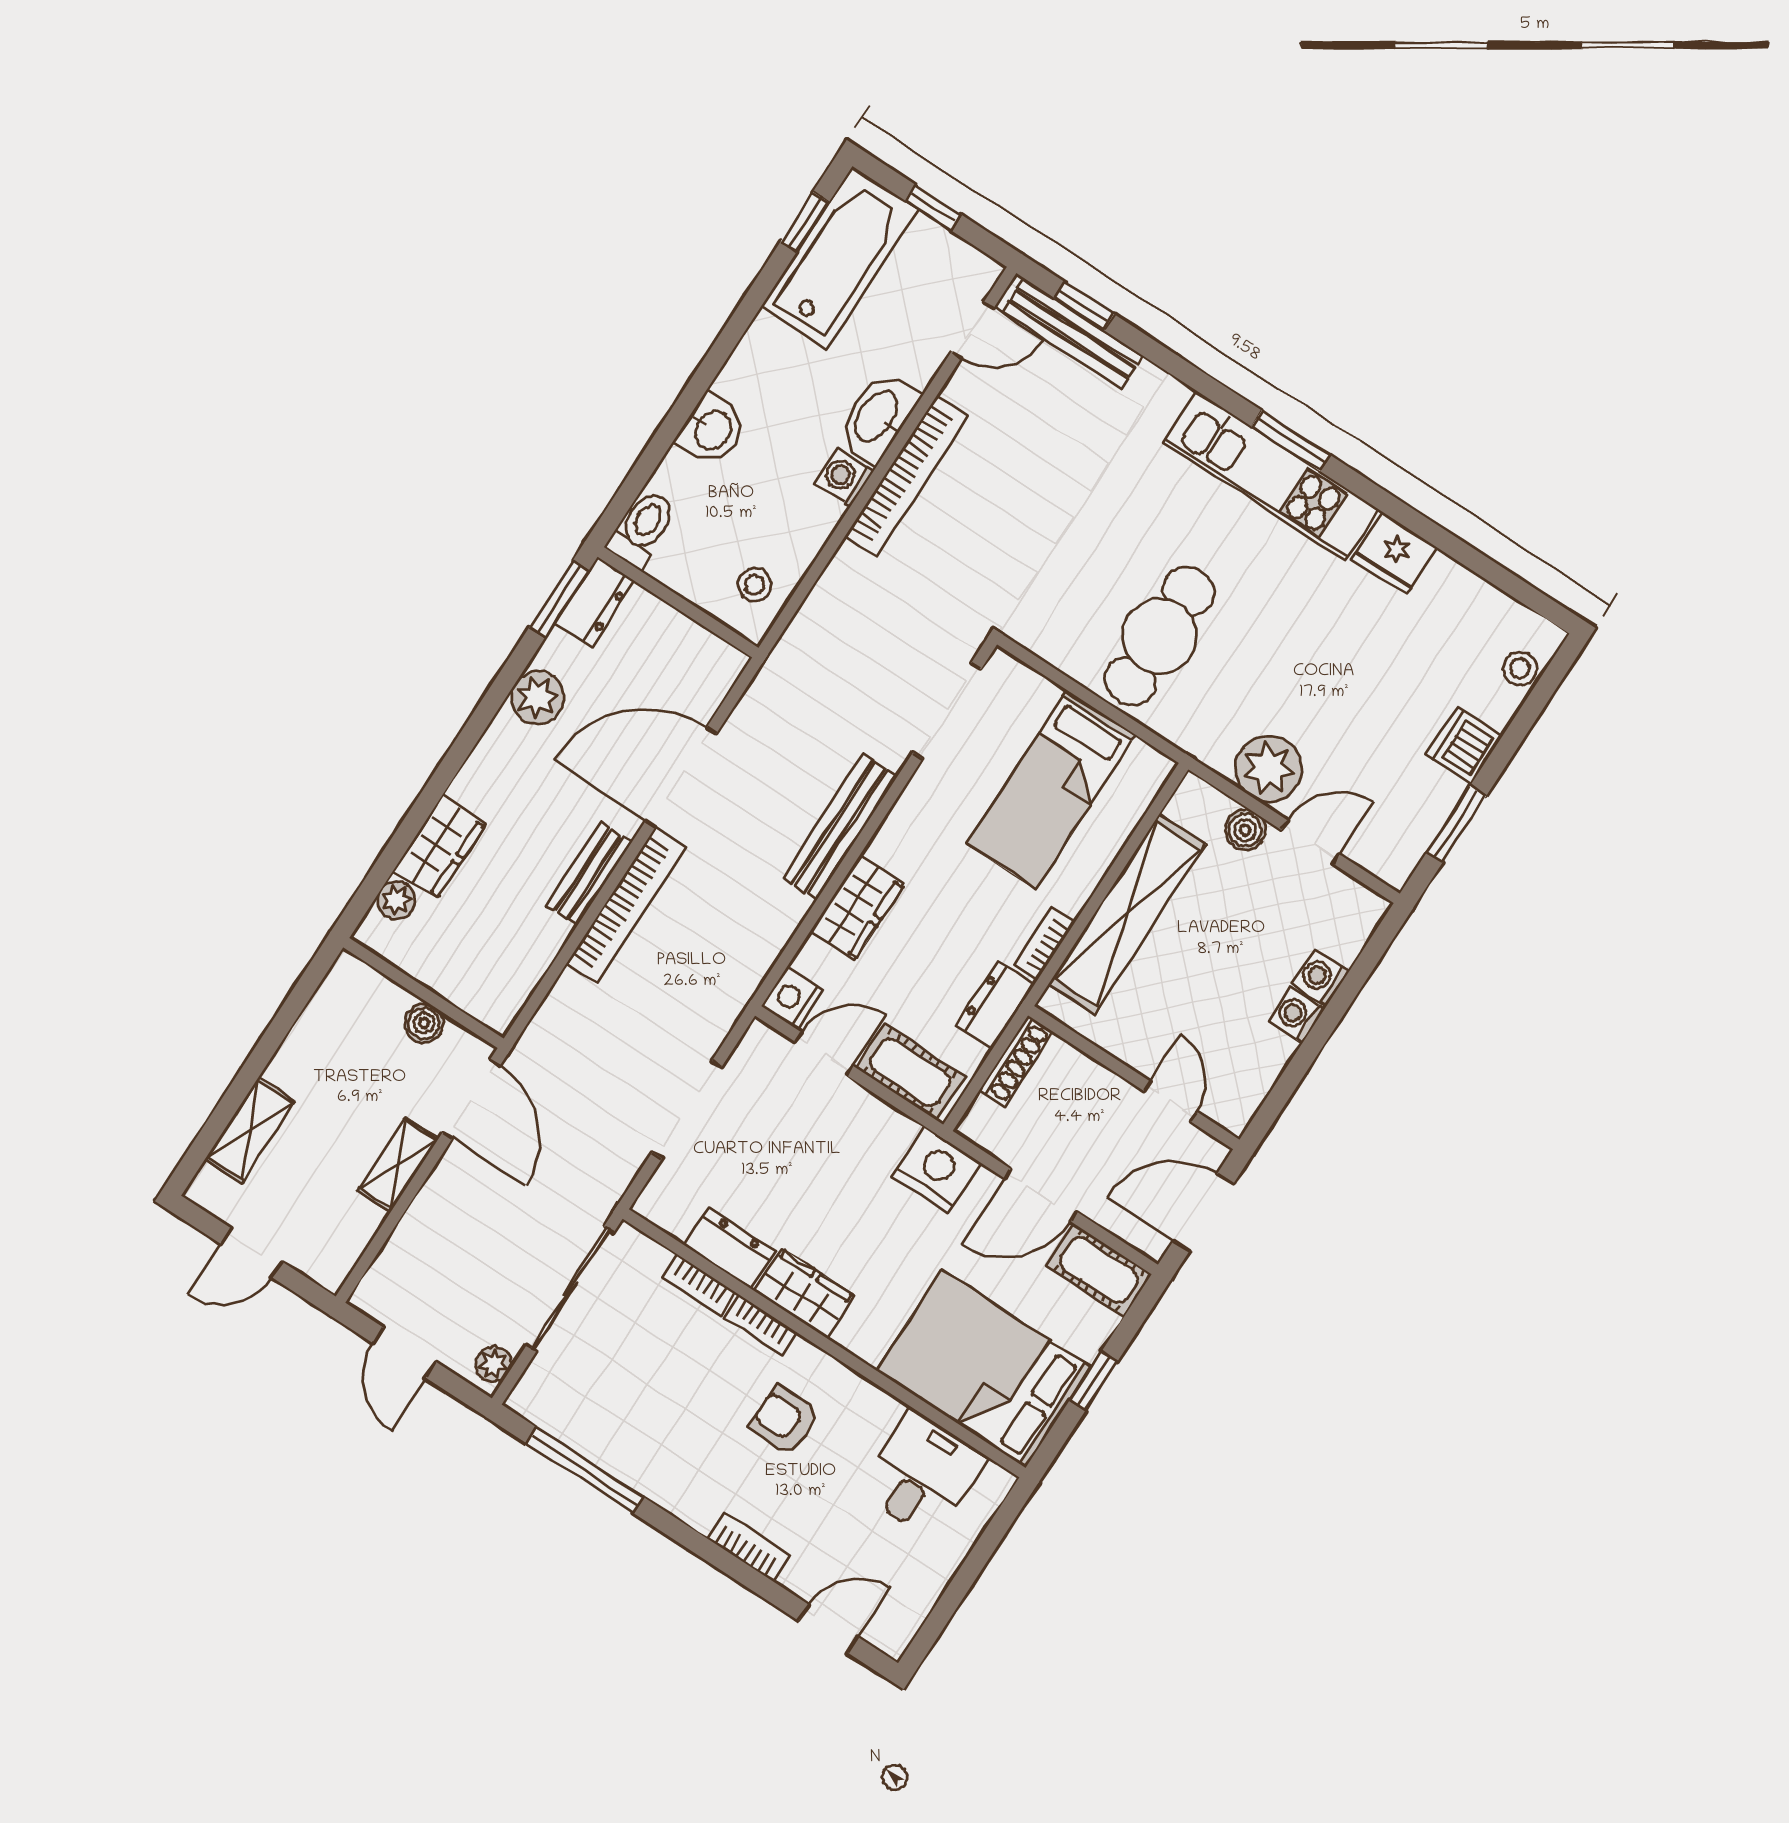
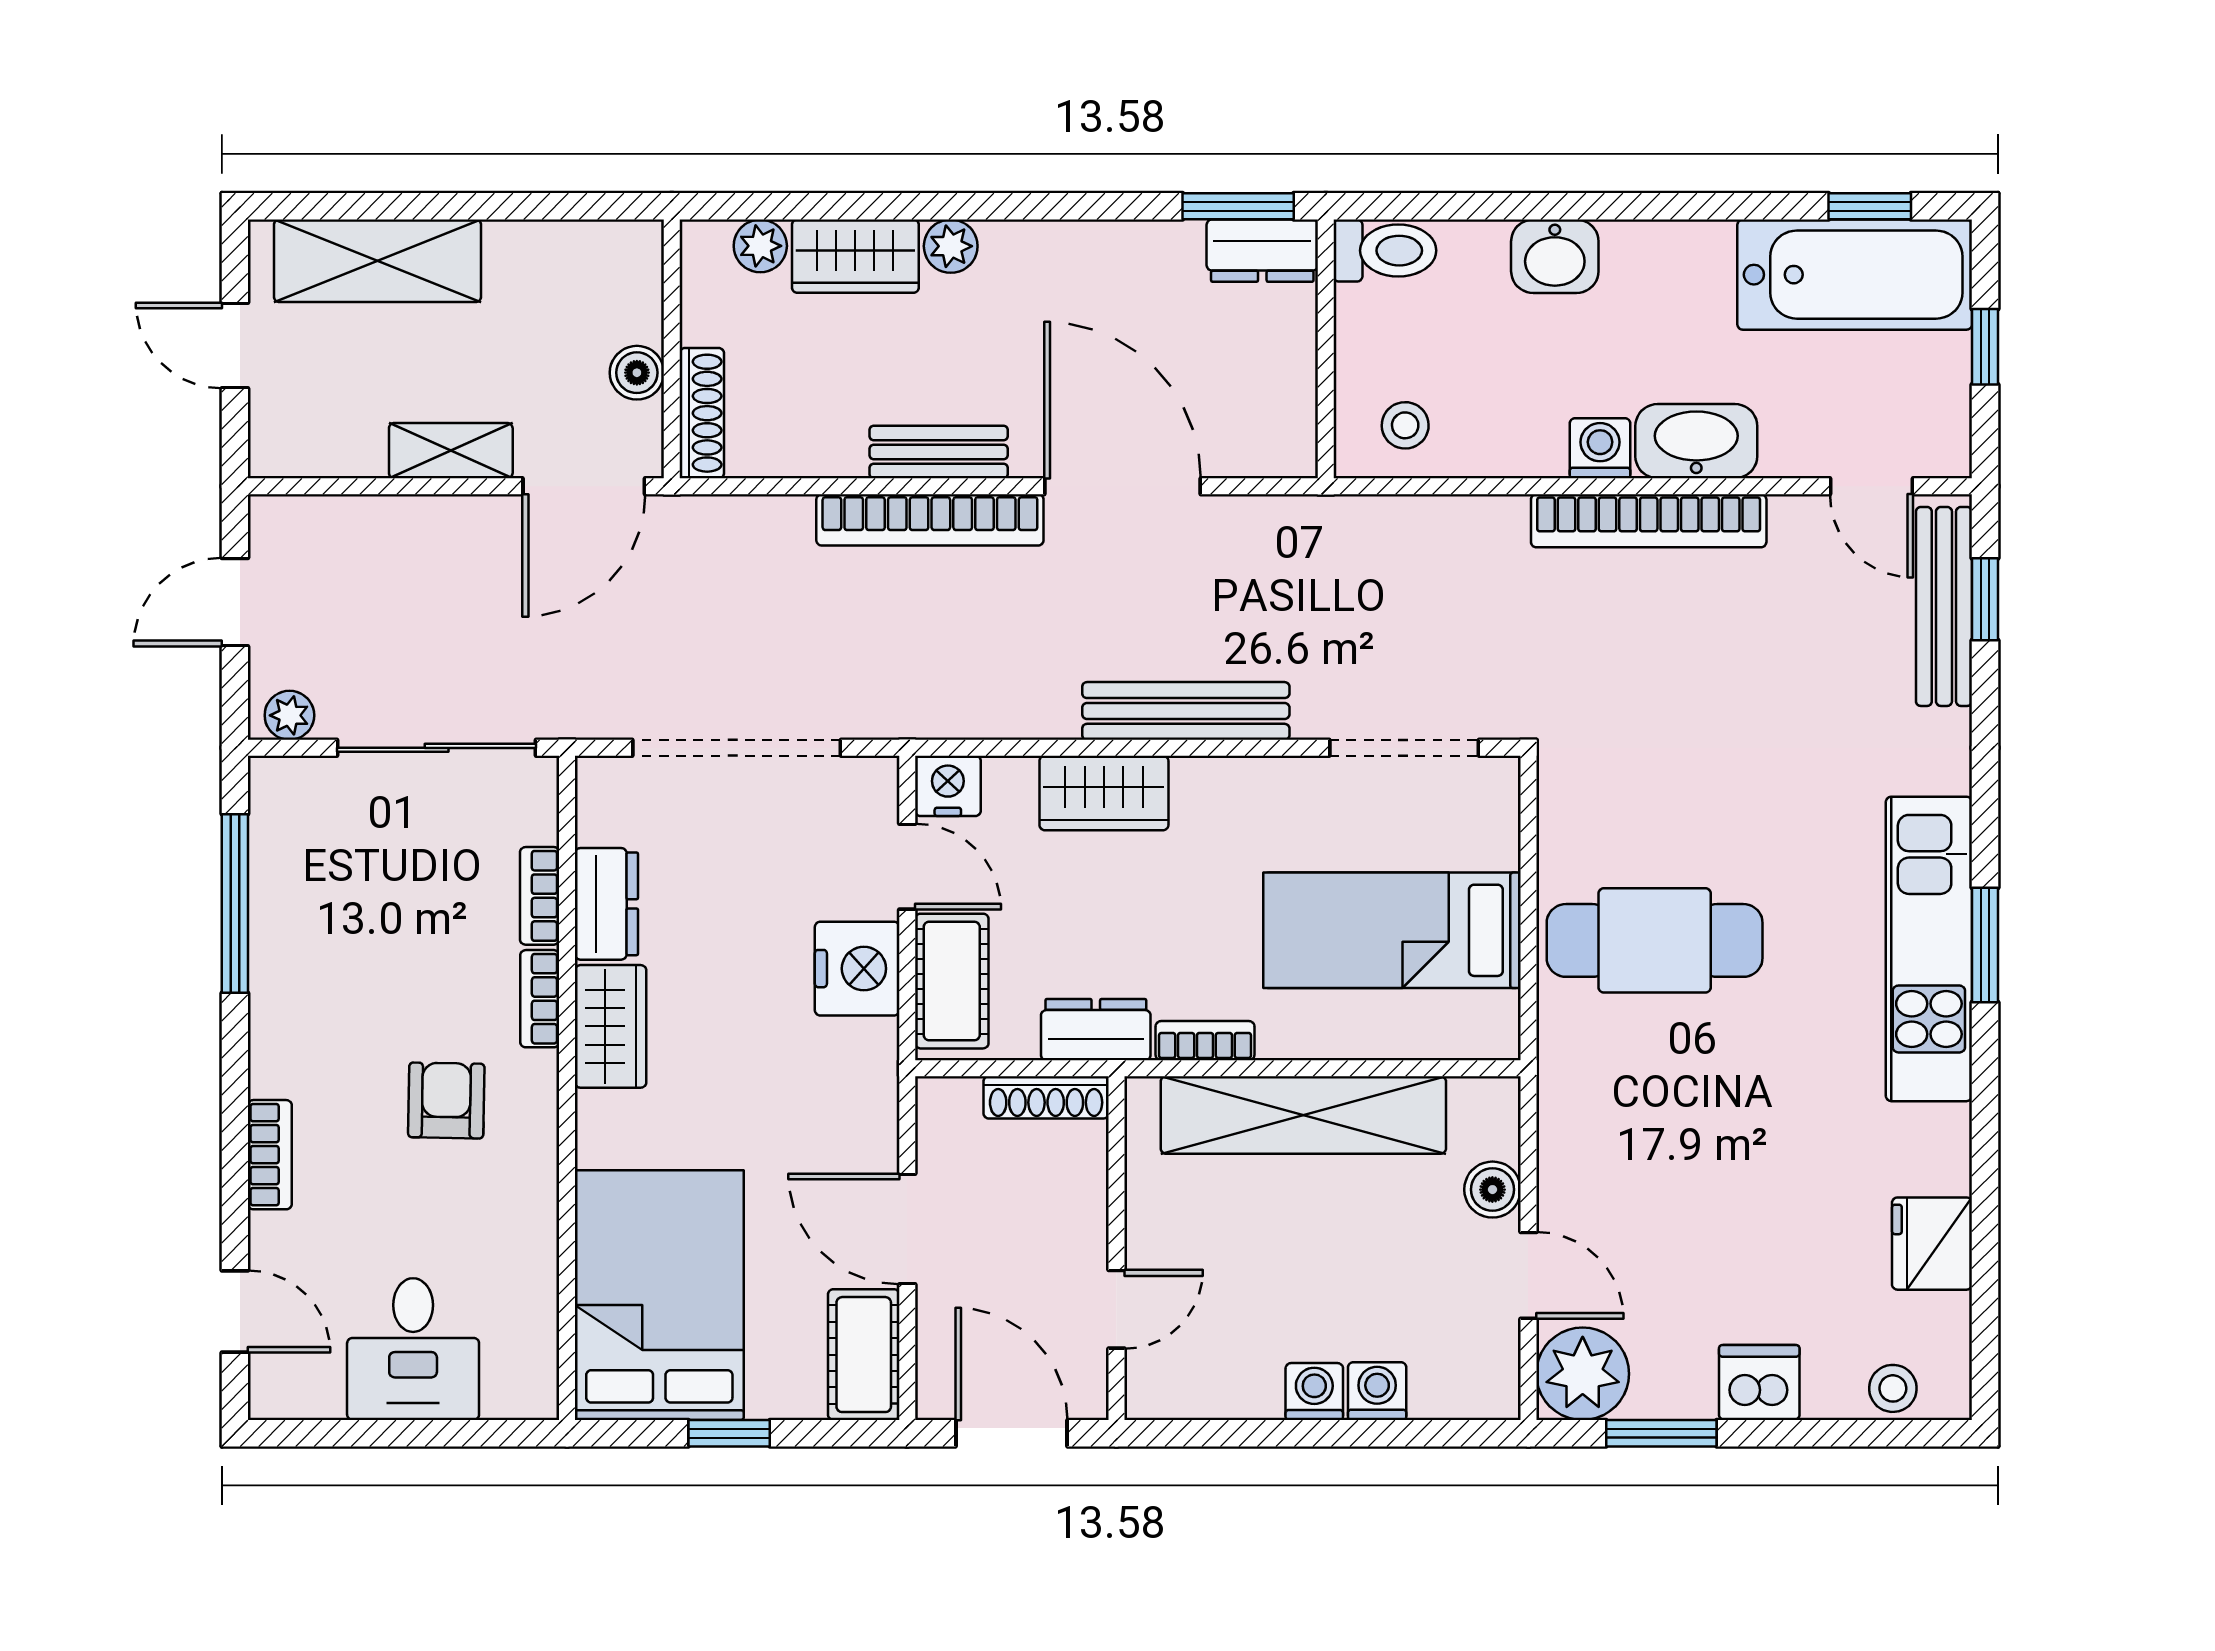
fridge: (1394, 553) -> (1932, 1244), moved
plant: (537, 697) -> (951, 246), moved, width x0.73, depth x0.73
plant: (1269, 769) -> (1583, 1374), moved
shoe rack: (473, 1000) -> (702, 413), added
doorway: (687, 1110) -> (737, 748), width x1.36
shelving: (250, 1130) -> (377, 261), width x1.50, depth x1.33
nightstand: (937, 1170) -> (857, 969), moved
desk: (922, 1474) -> (413, 1349), moved, turned 90

